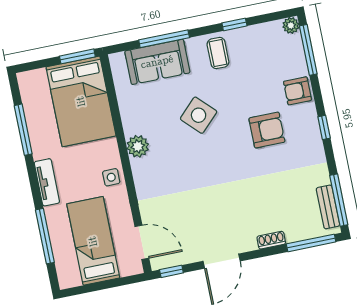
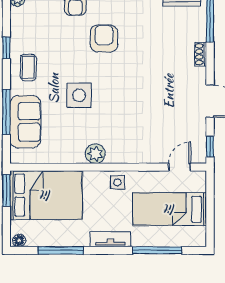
coffee table: (218, 53) -> (28, 67), turned 90
floor lamp: (25, 82) -> (19, 240), added
side table: (199, 115) -> (79, 95), turned 45
door: (142, 242) -> (180, 167), width x0.73

